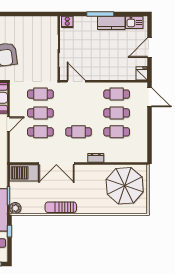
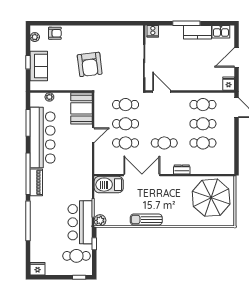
double door: (56, 164) -> (142, 175), swing flipped

